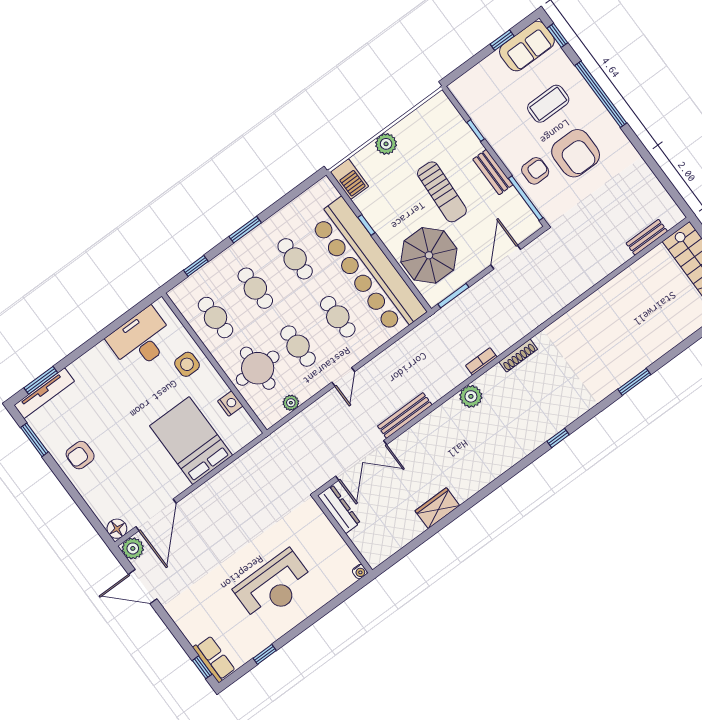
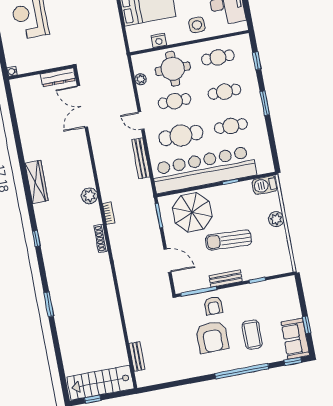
armchair: (576, 153) -> (212, 337), turned -90
cafe table: (338, 317) -> (181, 135), width x1.37, depth x1.35
bench: (405, 415) -> (141, 158), moved
wardrobe: (437, 508) -> (37, 182), moved, width x1.50

